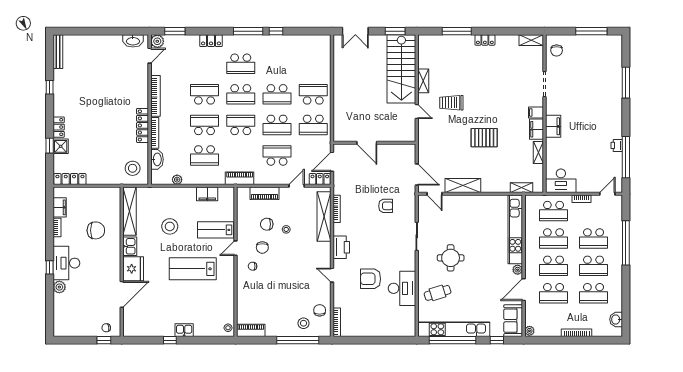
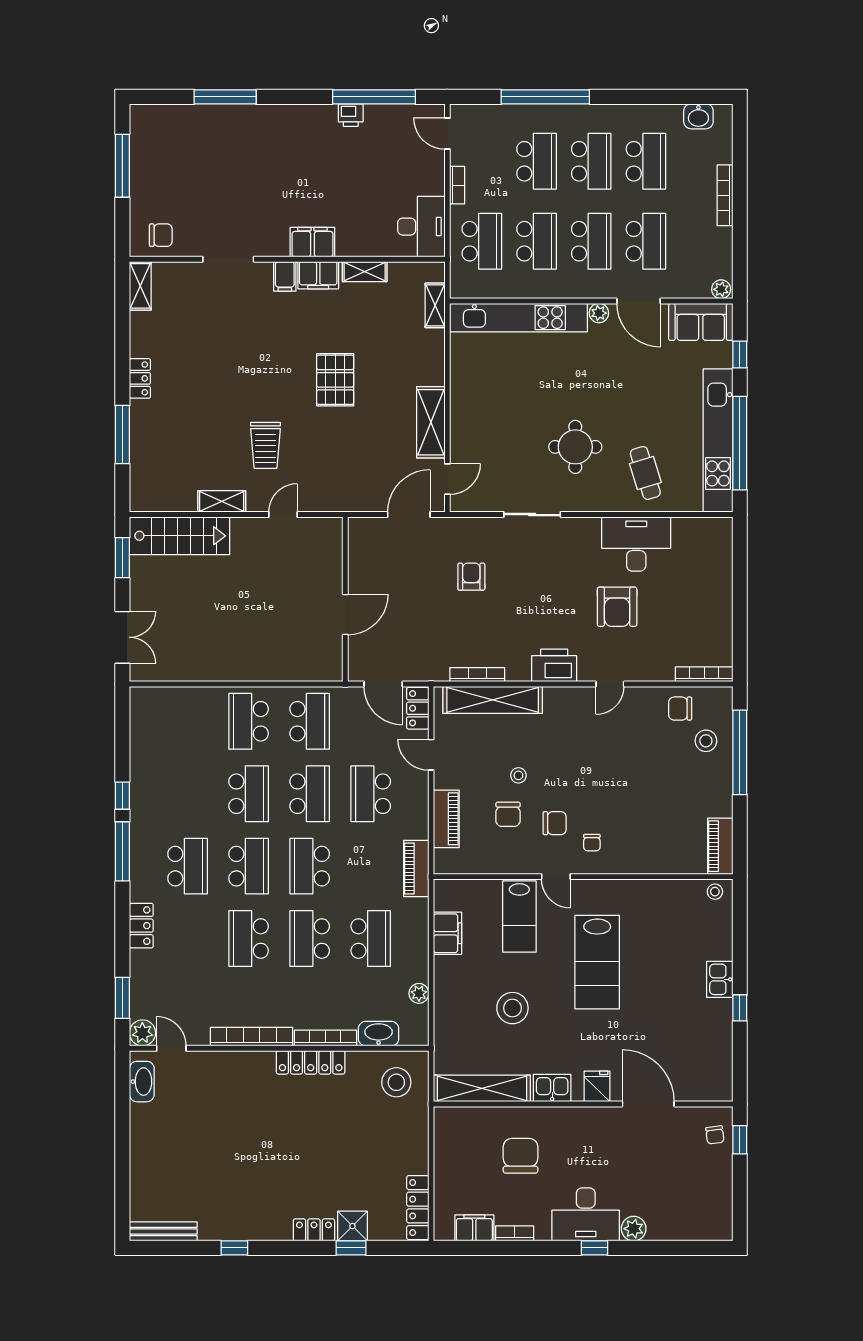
stairs: (401, 69) -> (180, 536), width x0.73, depth x0.66
fridge: (133, 269) -> (597, 1086), width x0.53, depth x0.75

